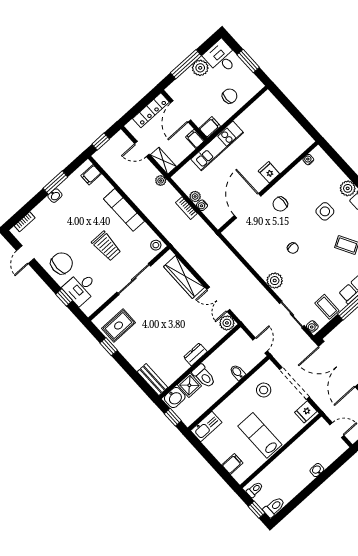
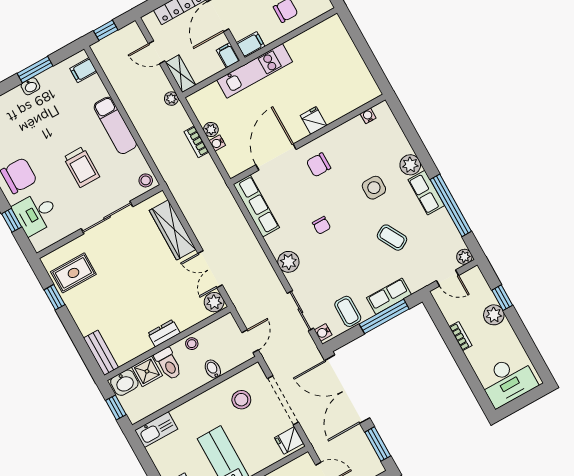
row of seats: (242, 245) -> (256, 206), added
stool: (218, 357) -> (192, 344), added

